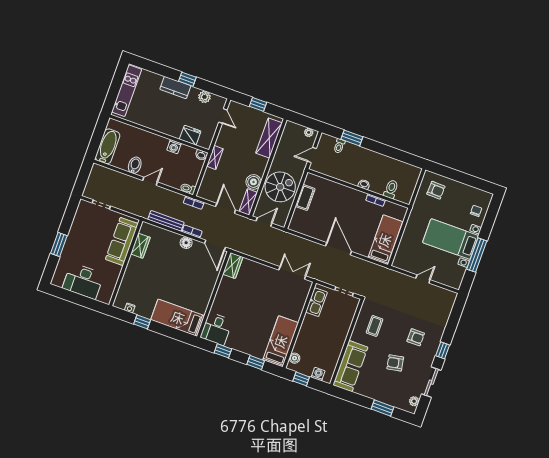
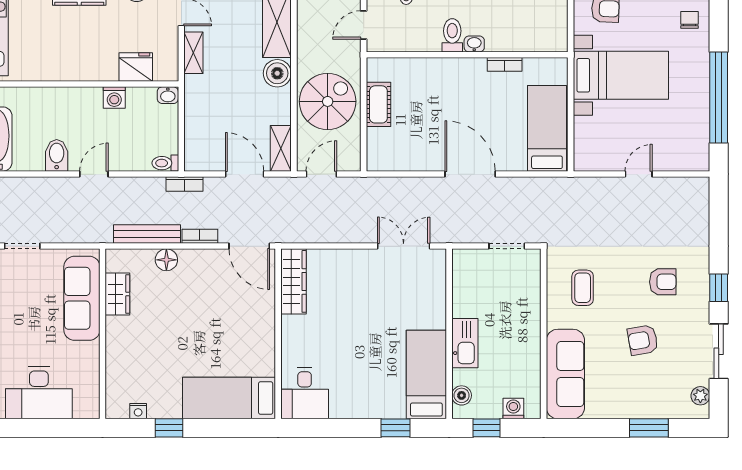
shelving: (215, 158) -> (193, 53), moved
boiler: (253, 182) -> (277, 73), moved
toilet: (391, 189) -> (452, 35), moved
bed with nightstands: (451, 239) -> (621, 75), moved, turned 180
floor lamp: (186, 243) -> (166, 260), moved
window: (477, 255) -> (719, 98), width x1.46
wardrobe: (233, 265) -> (293, 281), width x1.50
kitchen sink: (316, 302) -> (465, 343), moved
window: (223, 351) -> (330, 428), removed

